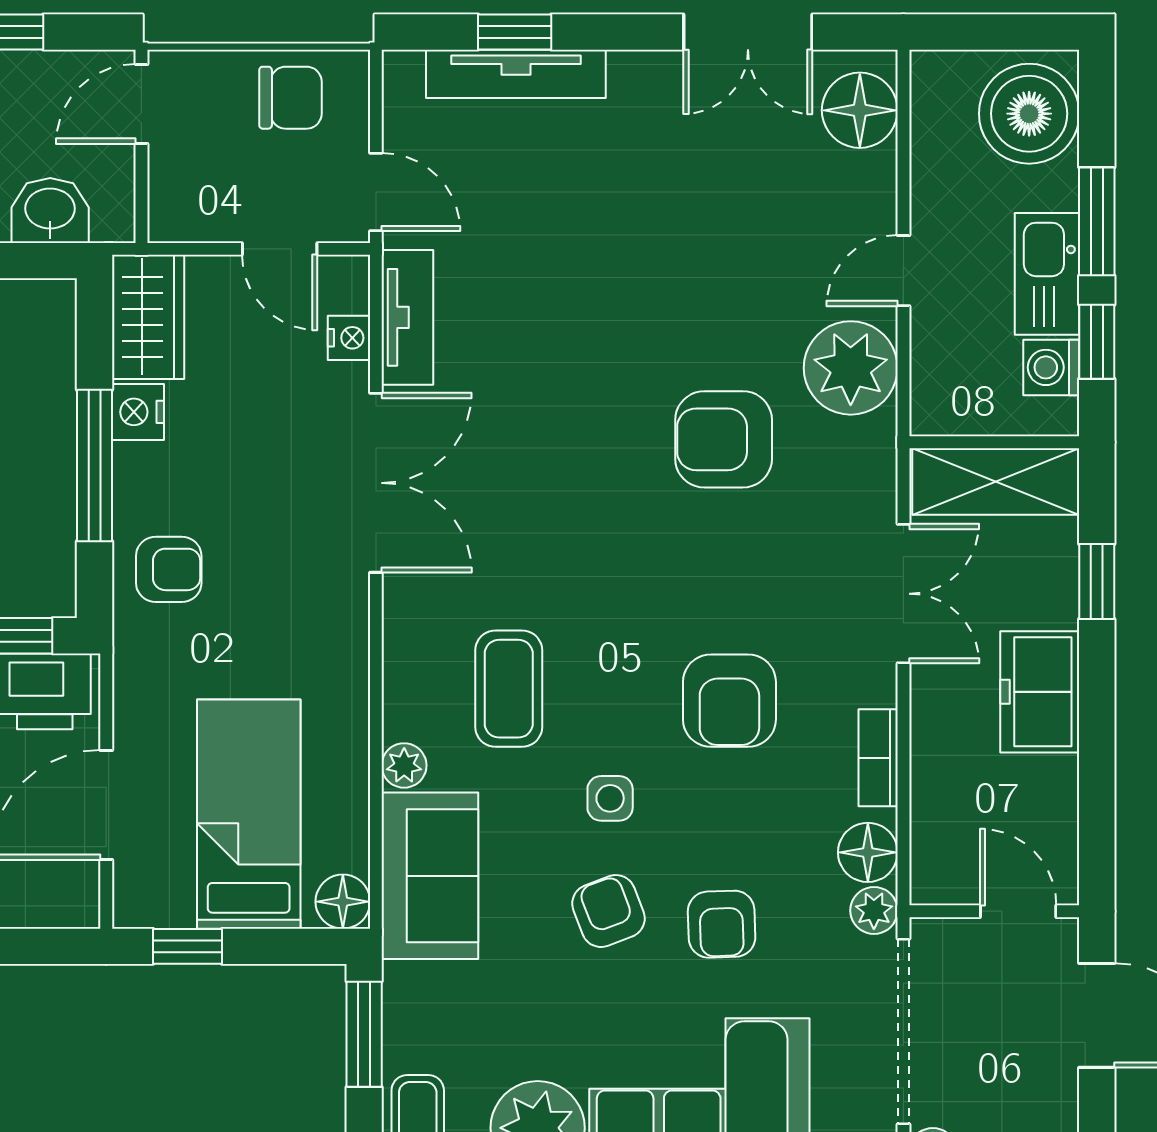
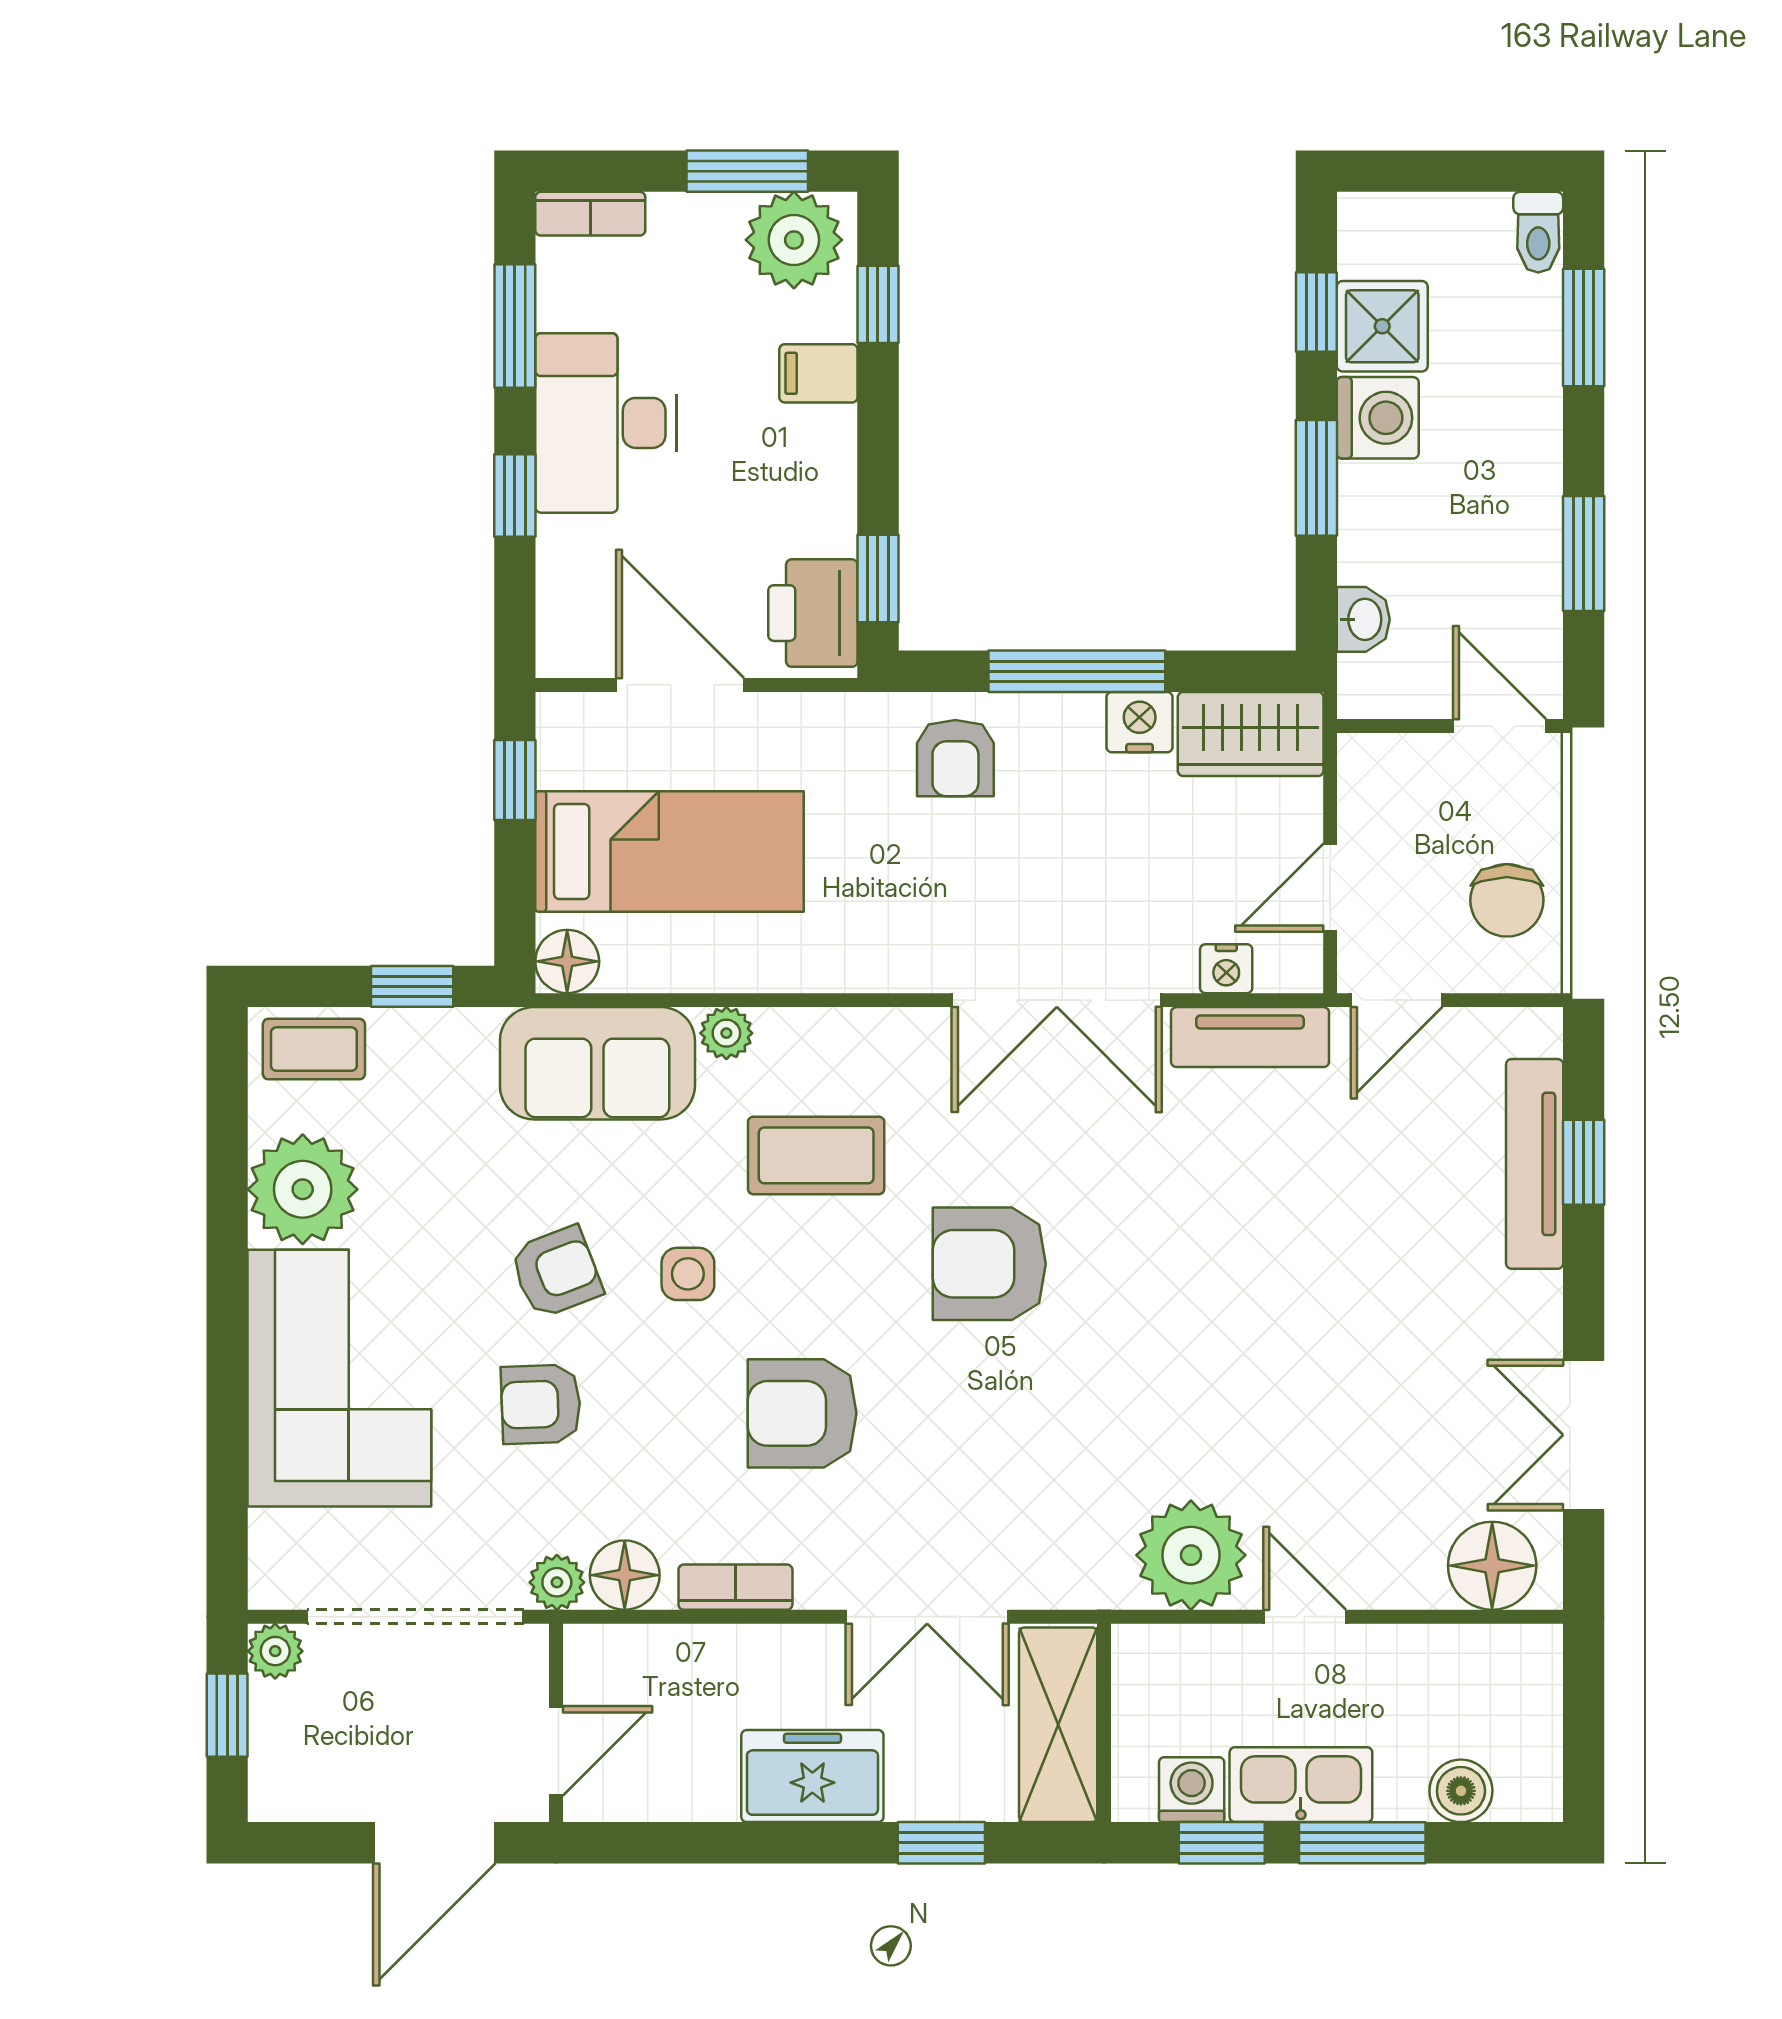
boiler: (1029, 114) -> (1461, 1791), width x0.54, depth x0.54
washbasin: (50, 210) -> (1363, 619), width x0.72, depth x0.69
armchair: (724, 439) -> (989, 1264), moved, turned -90
window: (364, 1034) -> (412, 986), width x0.67

